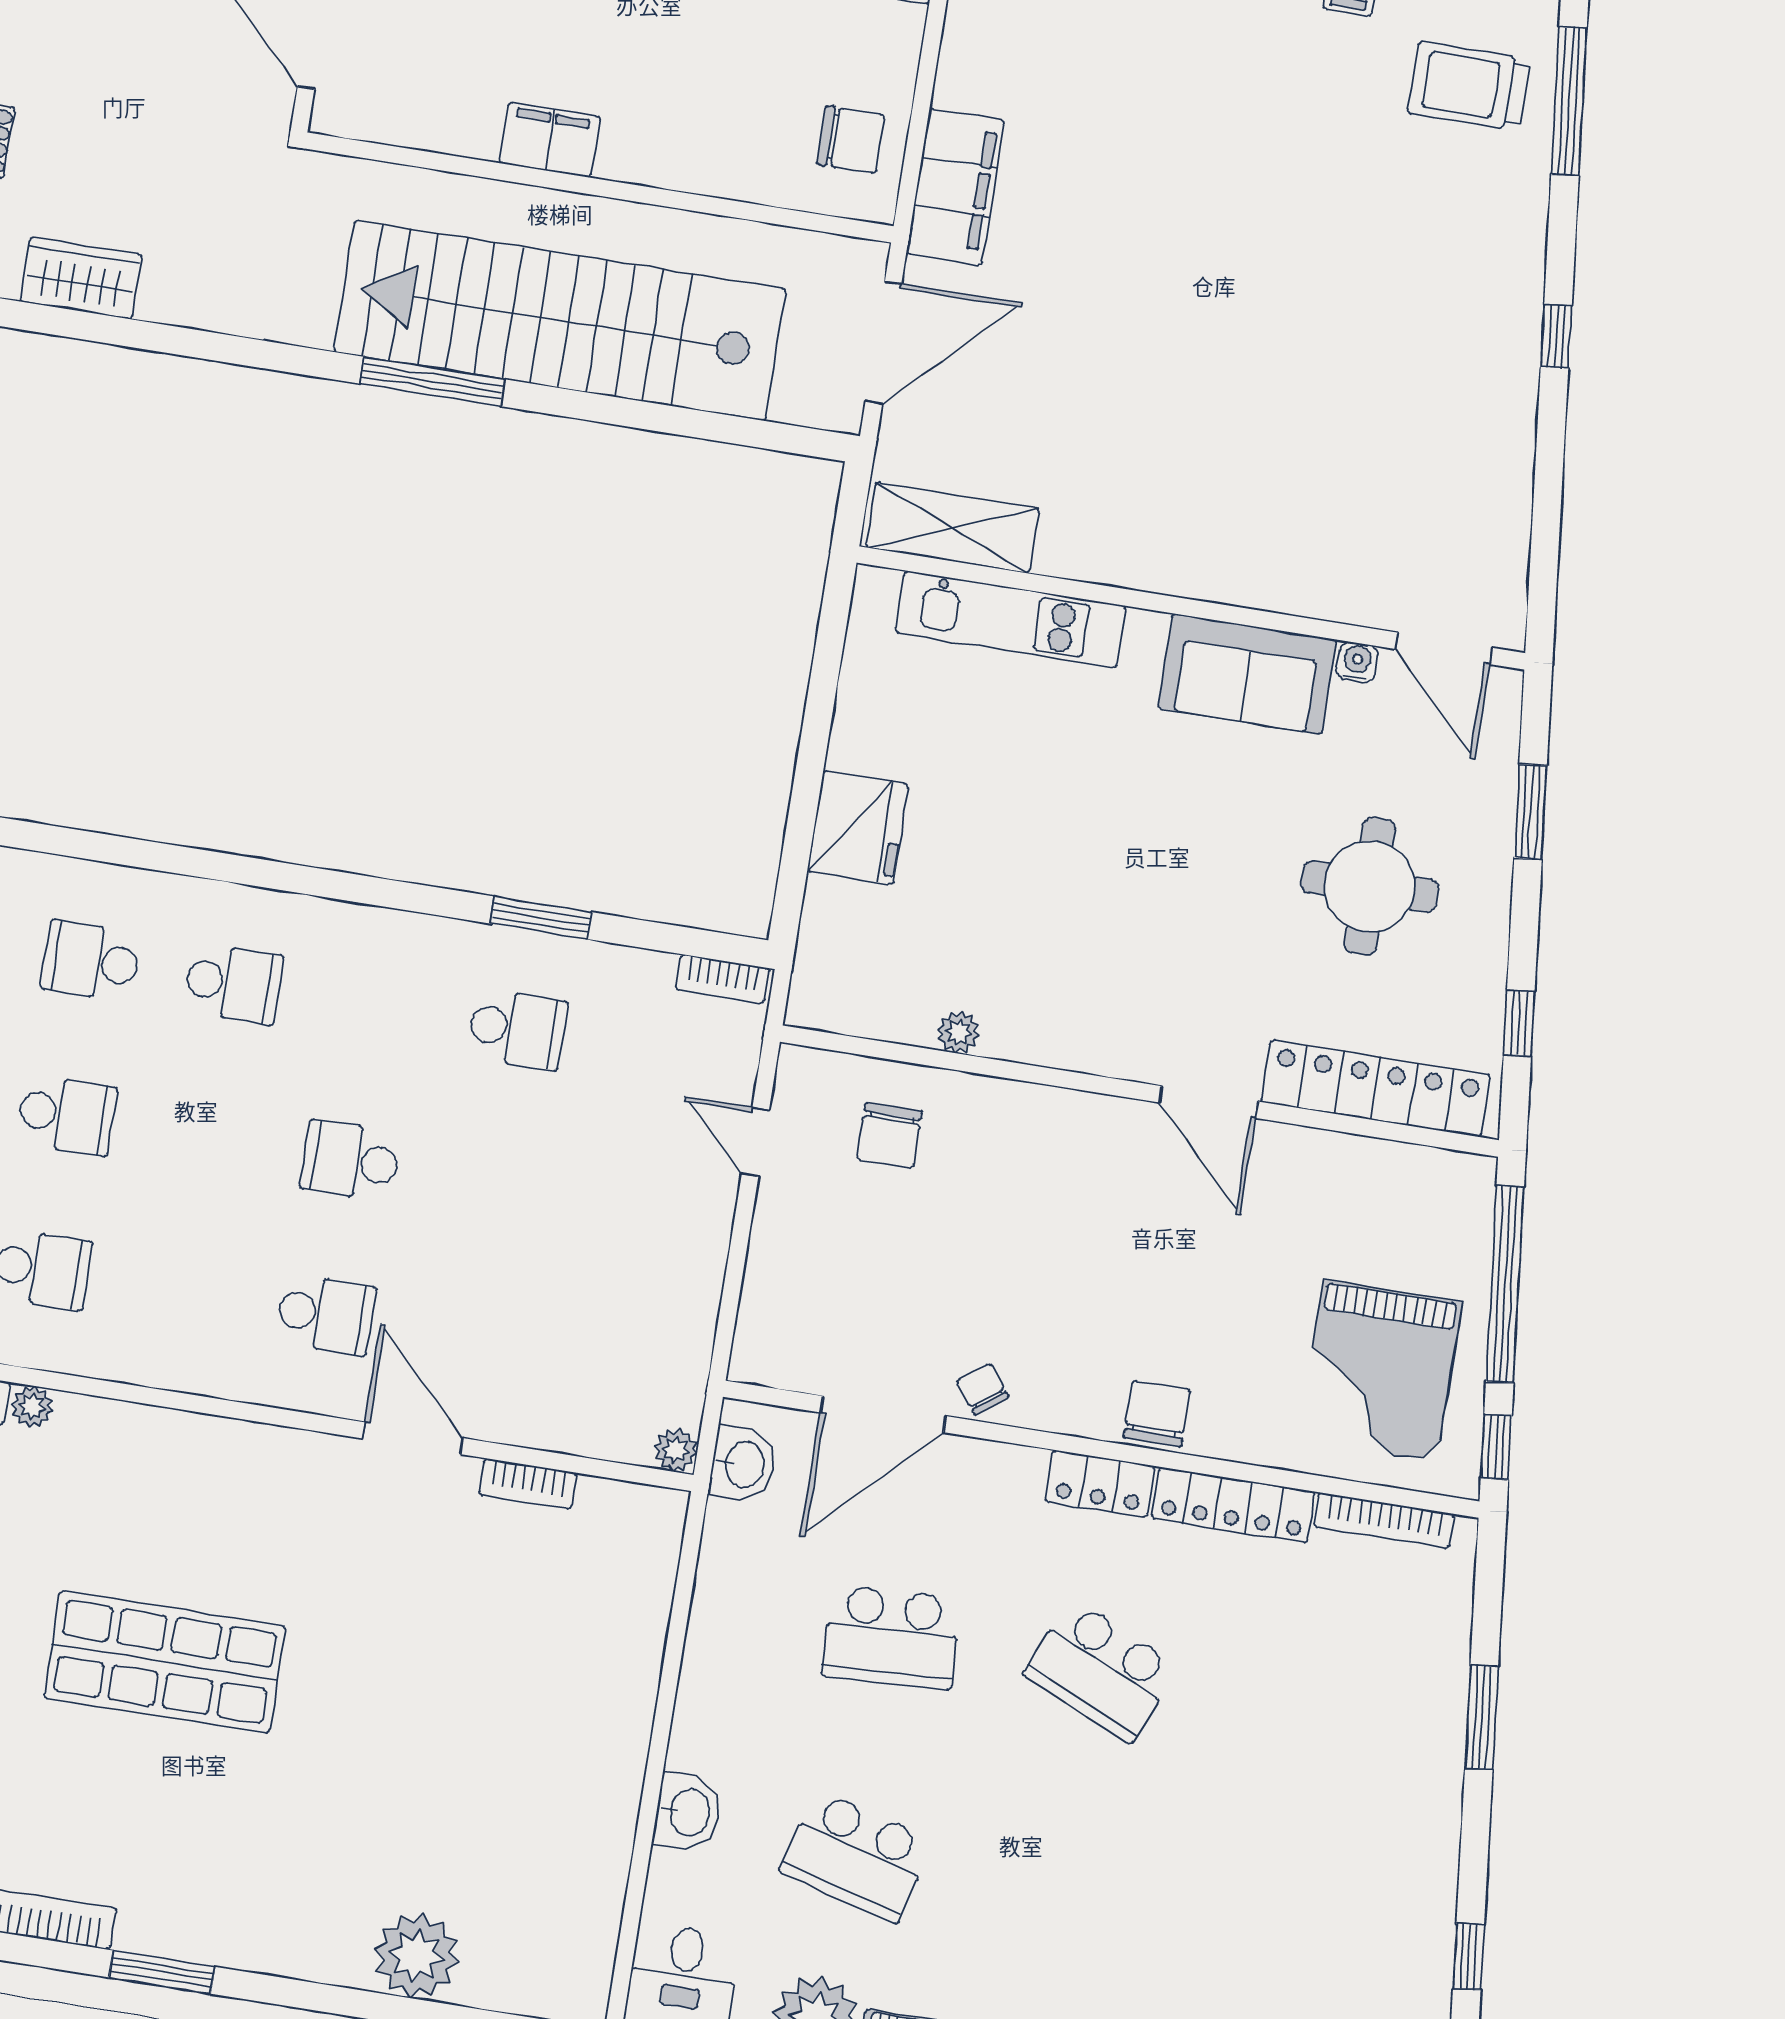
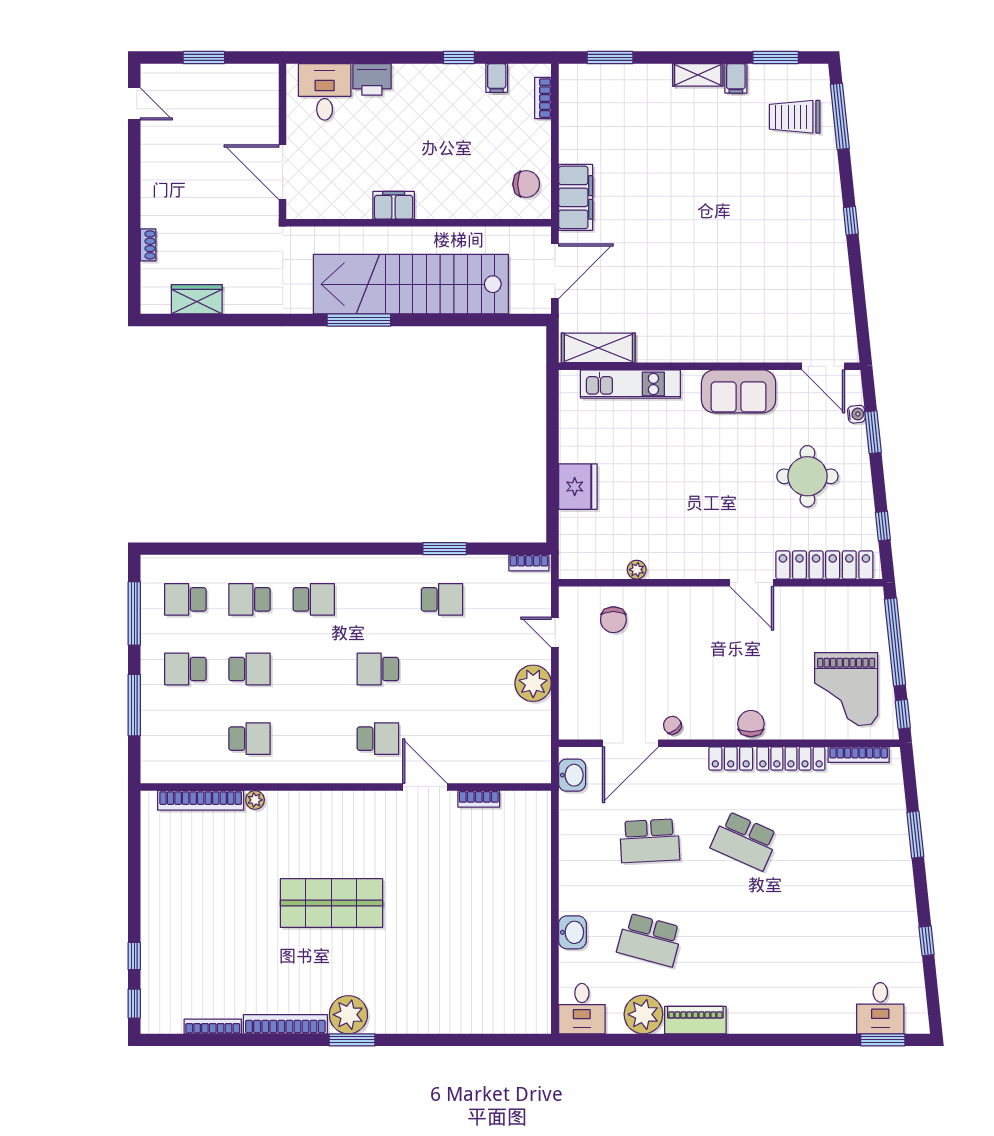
water cooler: (1357, 662) -> (856, 414), moved, turned 84
plant: (676, 1450) -> (533, 683), moved, width x1.88, depth x1.88
plant: (416, 1956) -> (348, 1015), moved

